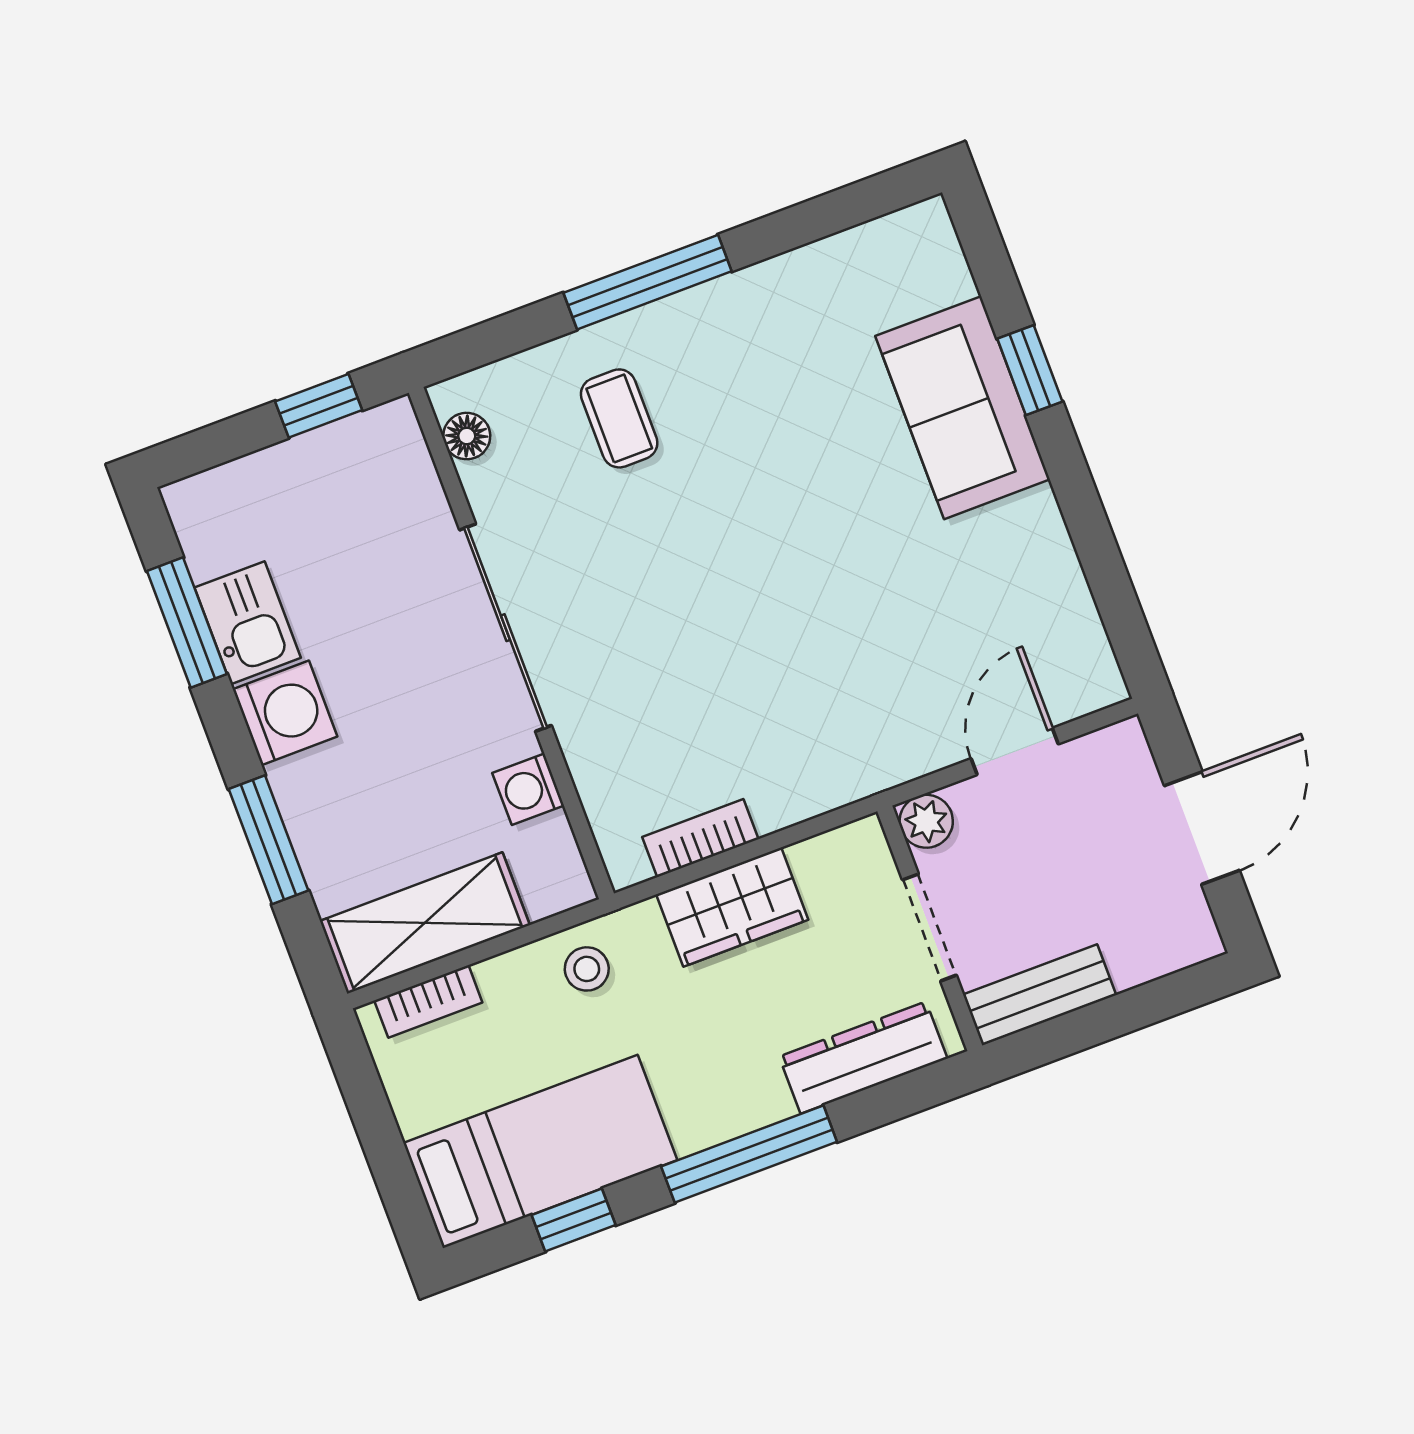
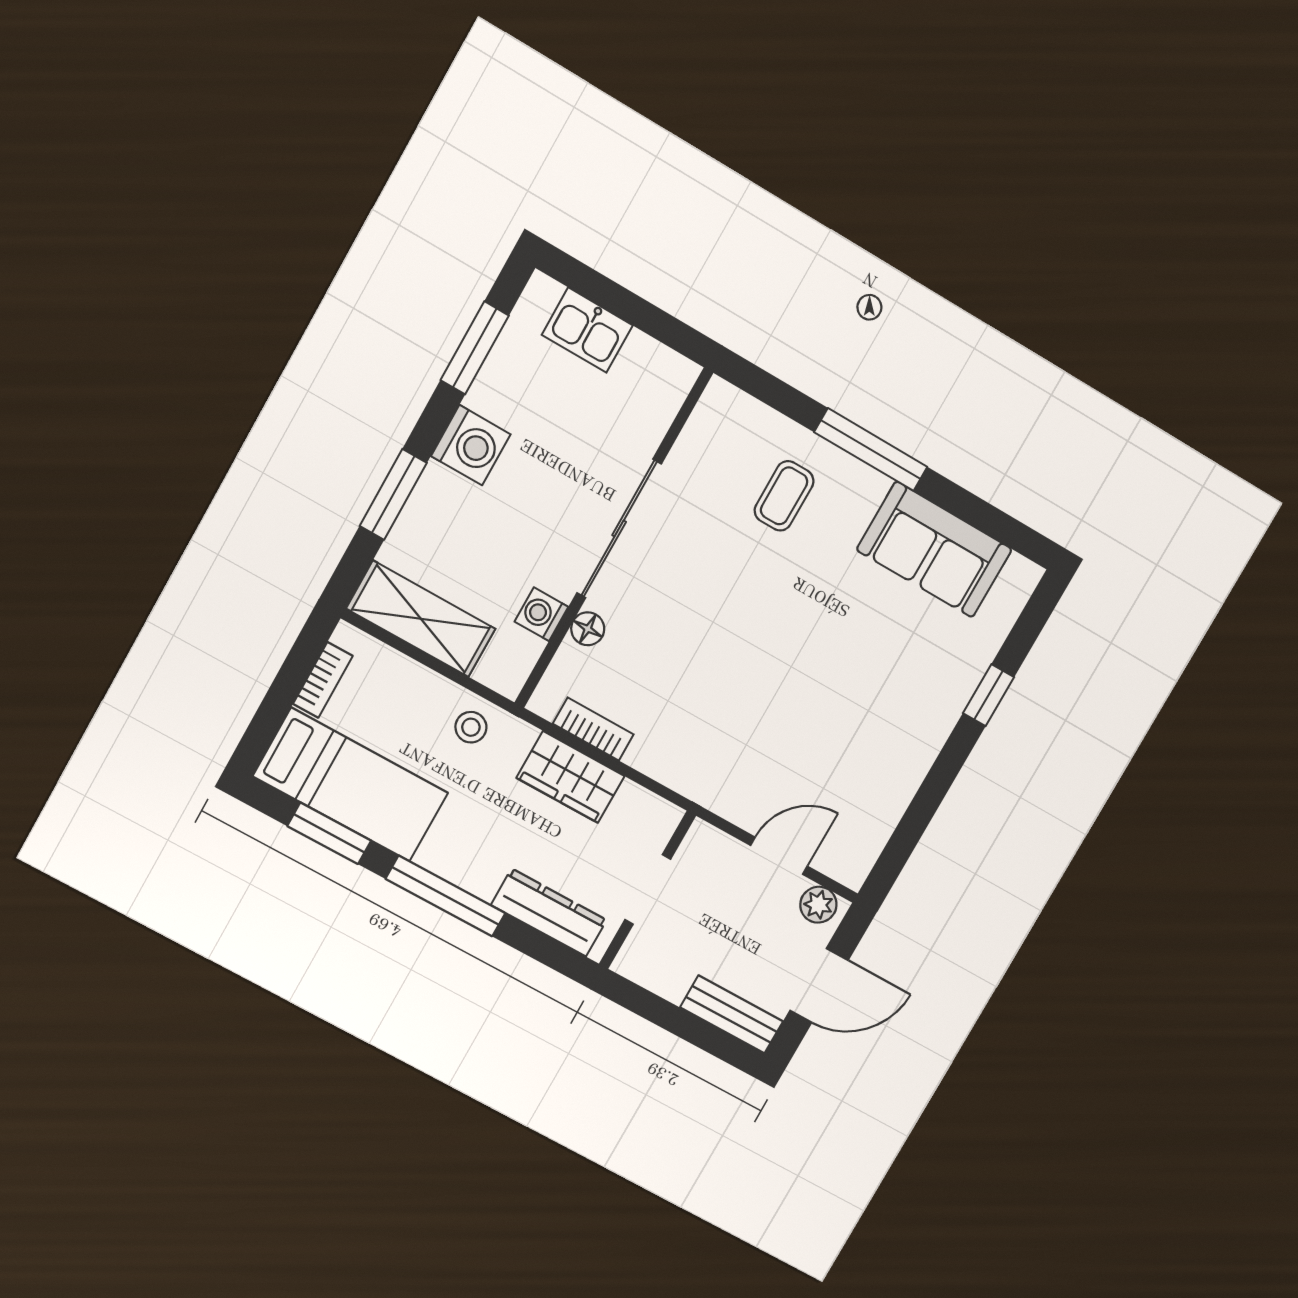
window: (319, 406) -> (656, 322), removed
sofa: (963, 408) -> (934, 550), moved, turned -90
floor lamp: (467, 436) -> (588, 629), moved
kitchen sink: (248, 623) -> (587, 330), moved, turned 90
plant: (926, 821) -> (818, 905), moved
bench: (1040, 995) -> (732, 1014), moved
bookcase: (428, 1001) -> (323, 680), moved, turned -90
window: (574, 1220) -> (329, 833), width x1.50

